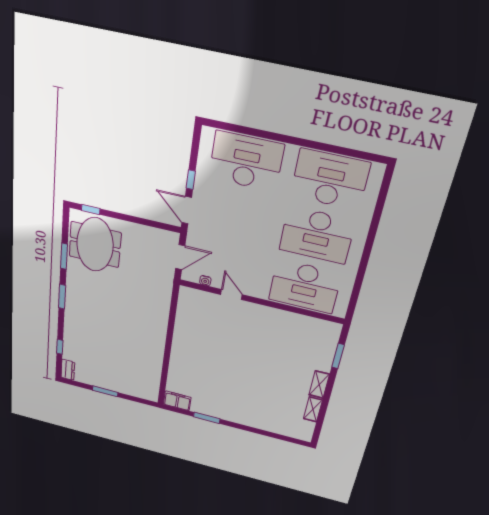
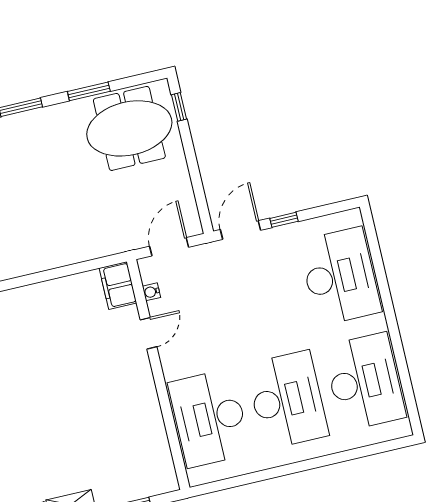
desk: (317, 235) -> (287, 400), turned 180
door: (180, 257) -> (169, 247), swing flipped
filing cabinet: (193, 297) -> (118, 286), added

